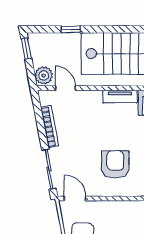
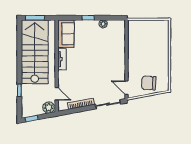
door: (65, 88) -> (57, 94), swing flipped
armchair: (115, 164) -> (105, 62), removed
door: (75, 198) -> (126, 88), hinge flipped

